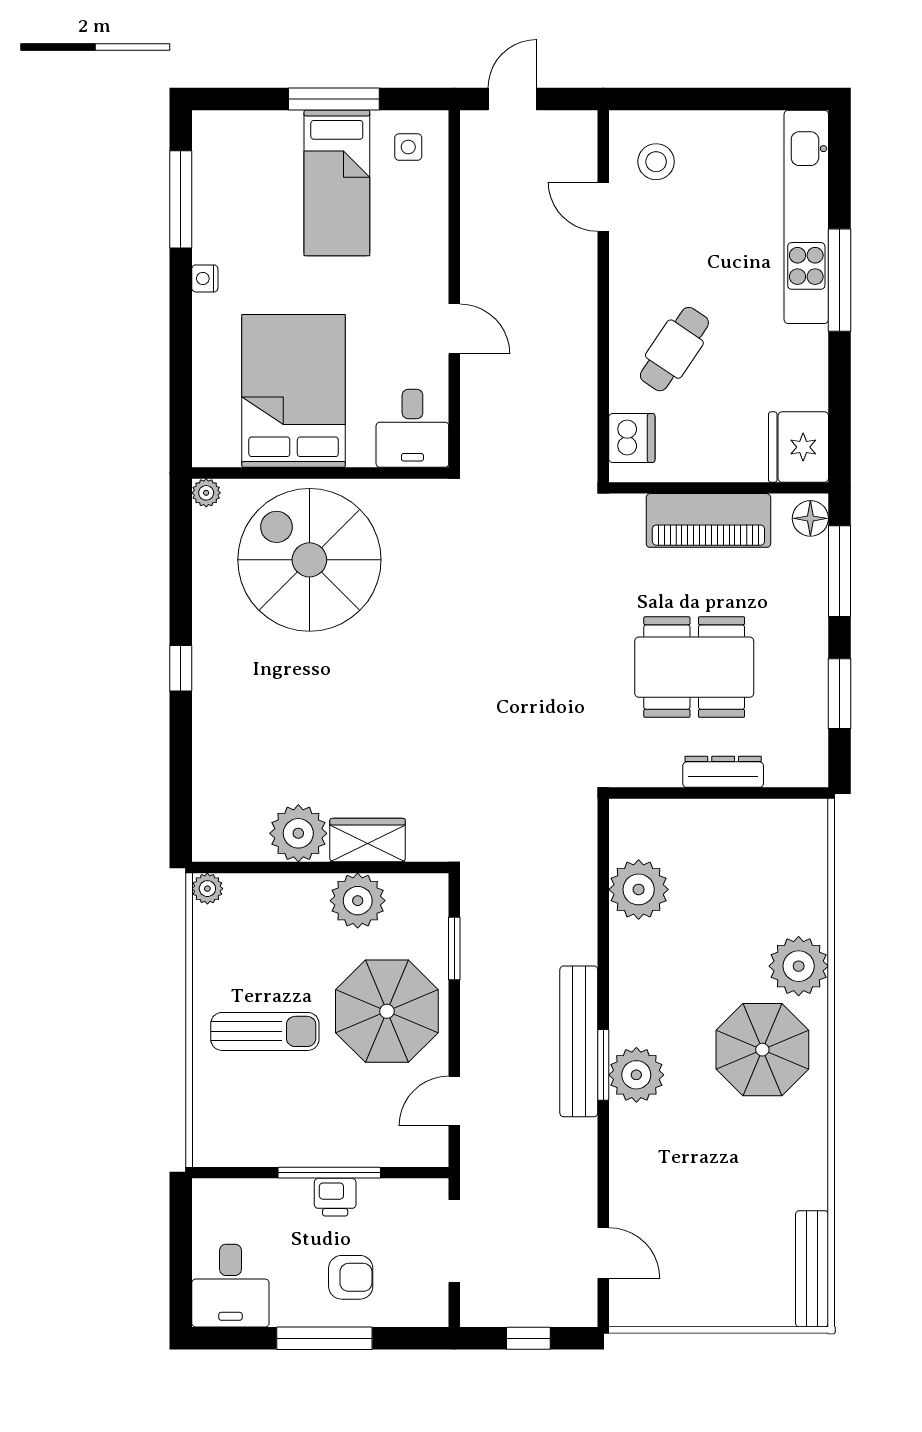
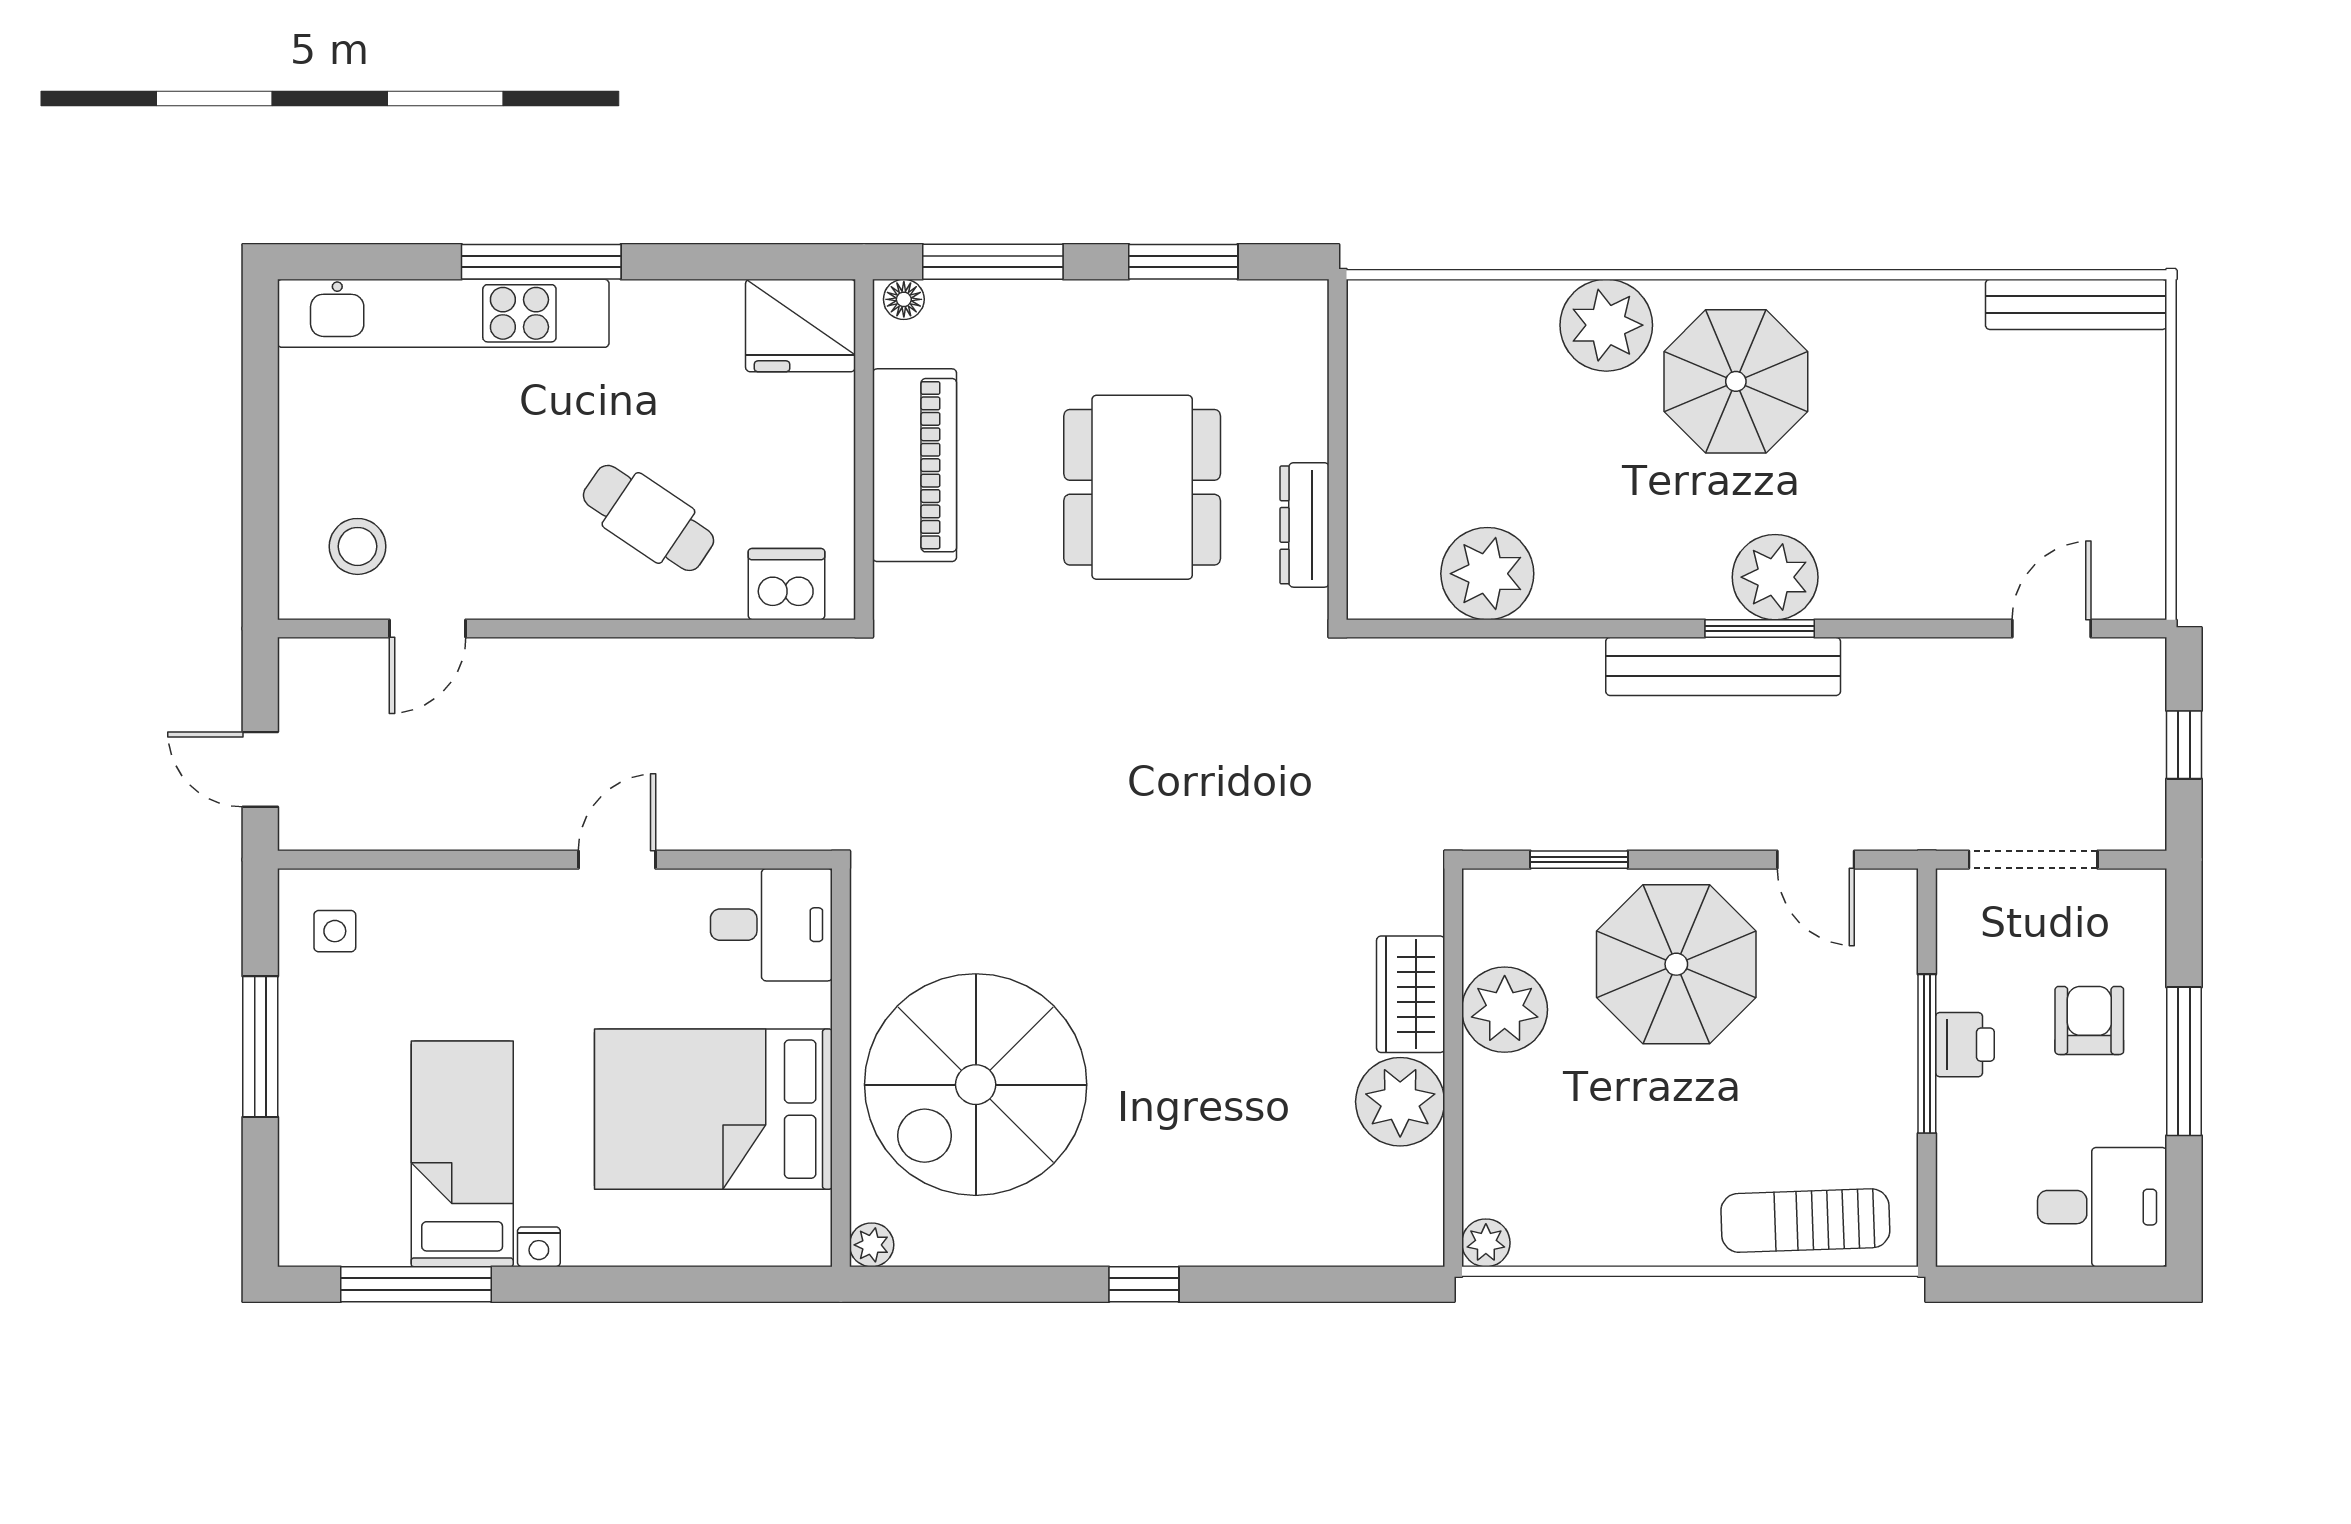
bed: (337, 183) -> (462, 1154), moved, turned -90
floor lamp: (810, 518) -> (904, 299), width x0.73, depth x0.73
dresser: (723, 772) -> (1305, 525), moved
sun lounger: (265, 1031) -> (1805, 1221), moved, turned -92

